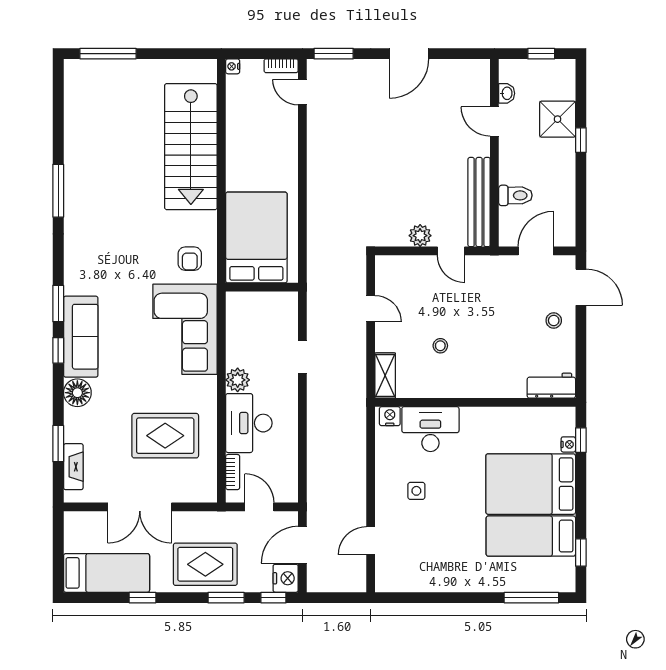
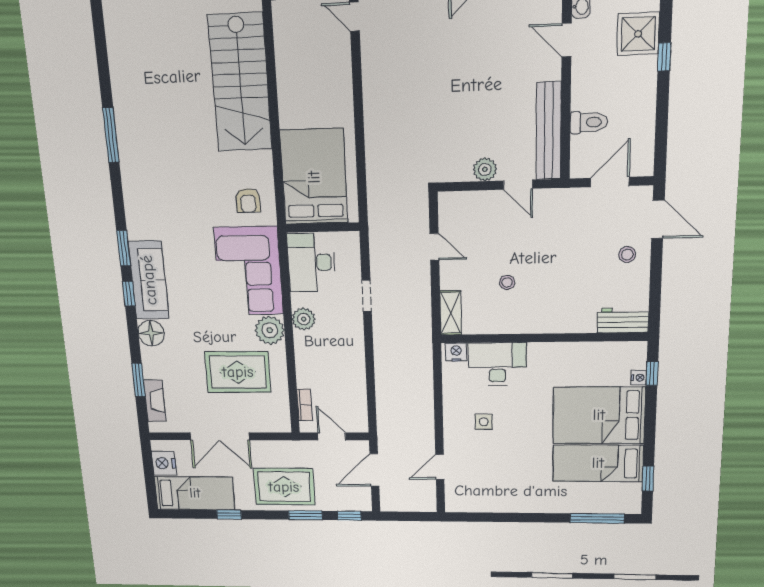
plant: (202, 391) -> (270, 330), added
desk: (249, 423) -> (311, 262), moved
nightstand: (286, 578) -> (164, 463), moved, turned 180

